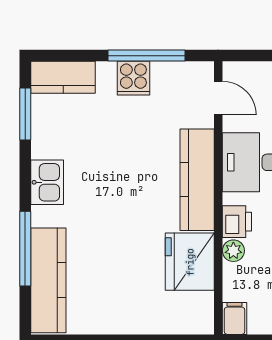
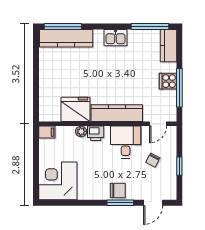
window: (25, 114) -> (150, 27), width x1.44
window: (25, 249) -> (63, 27), moved

